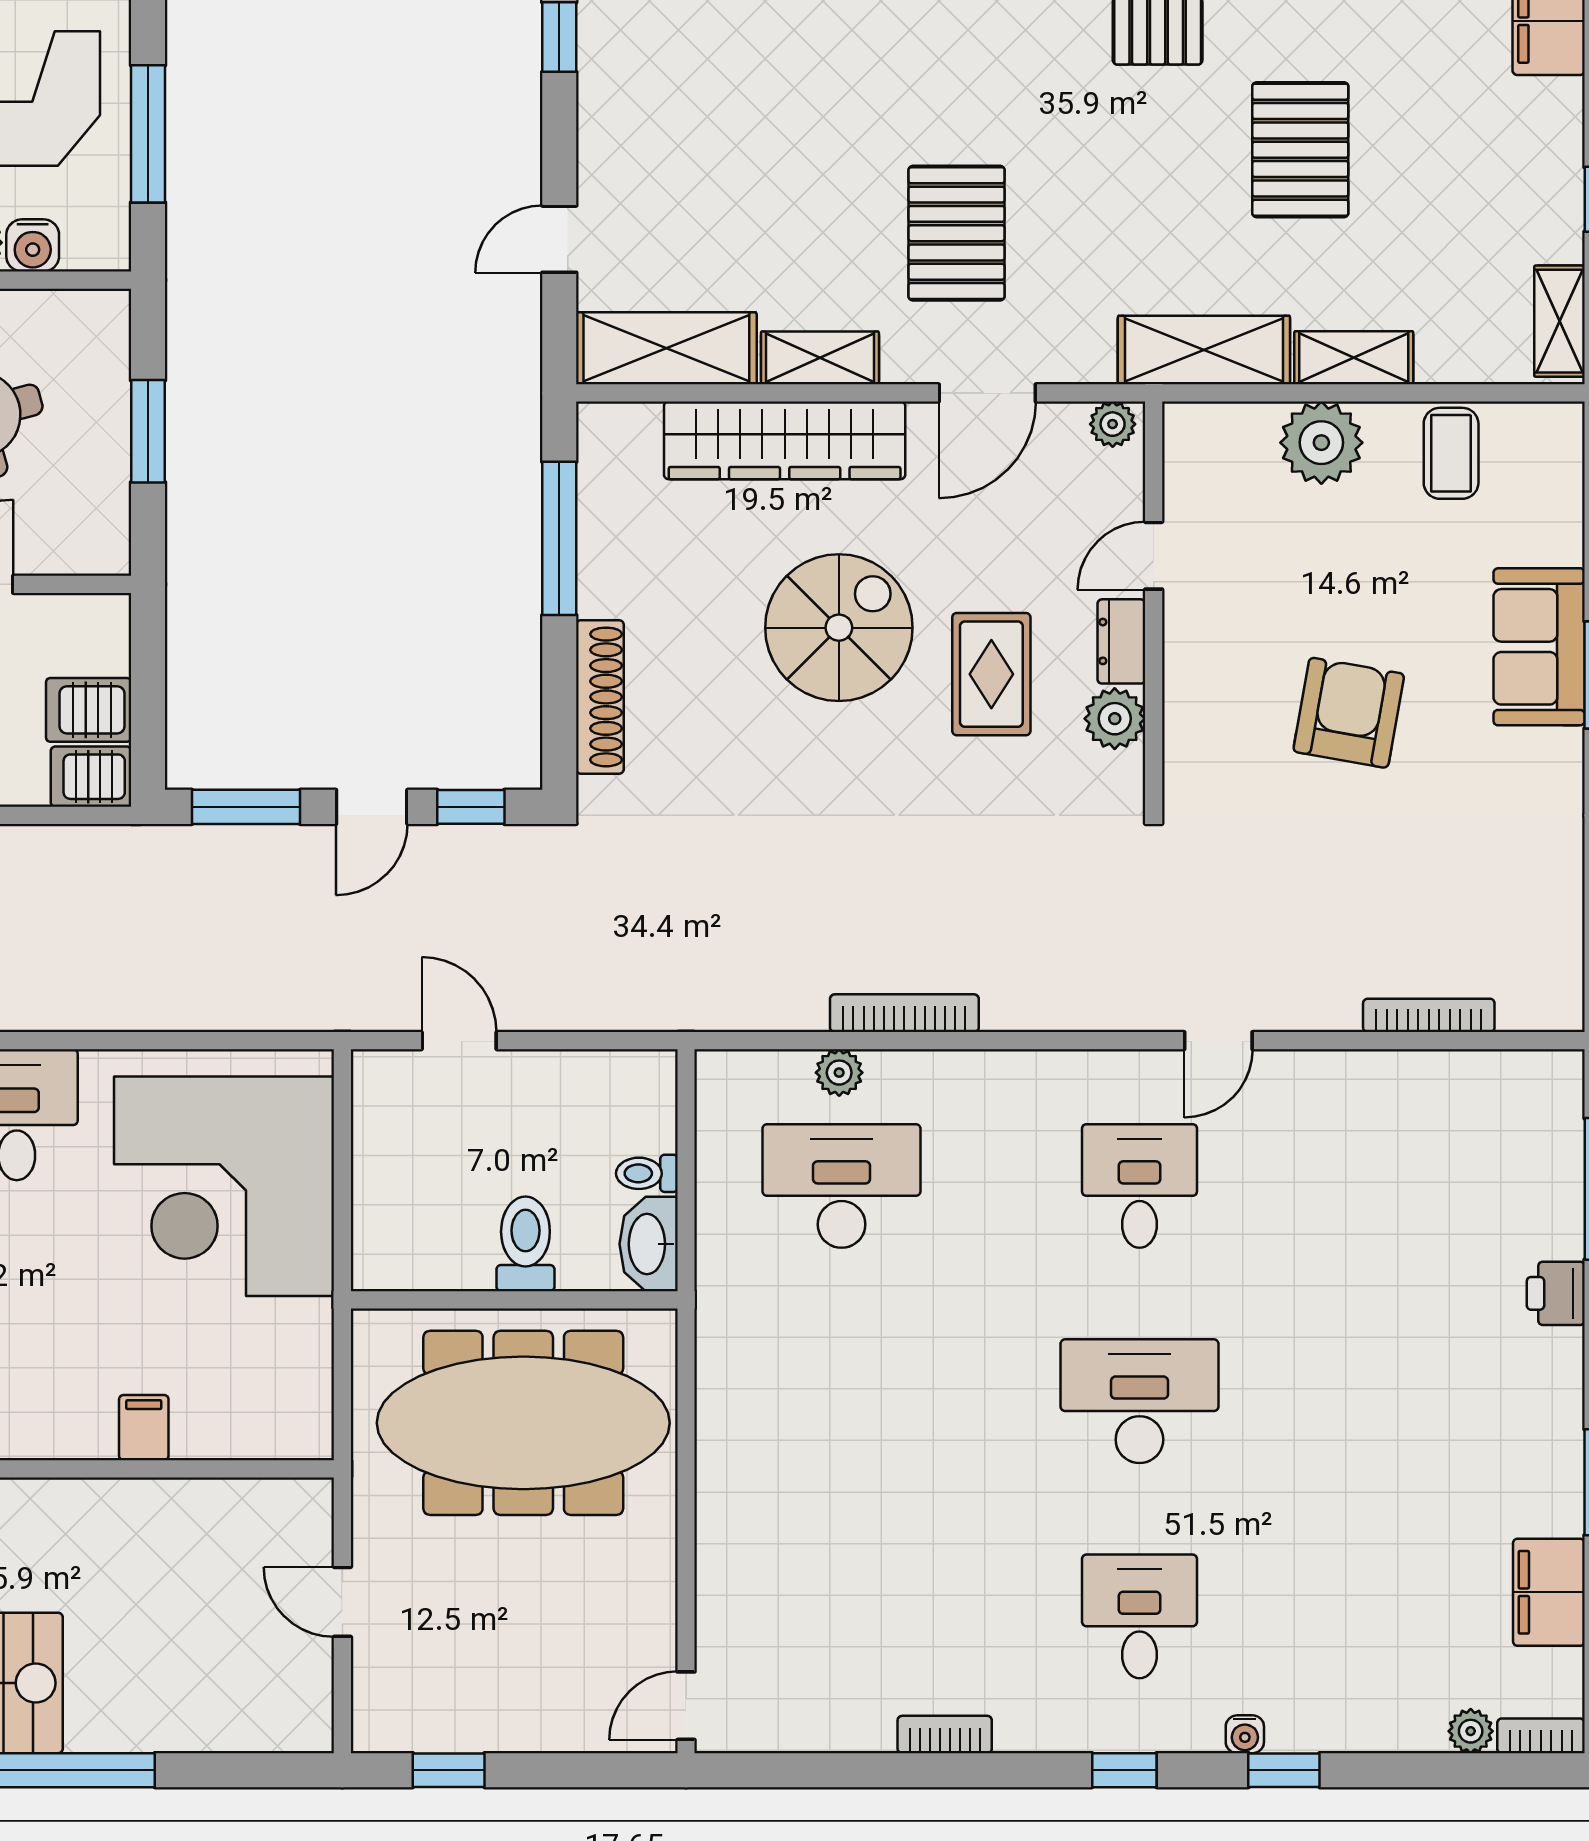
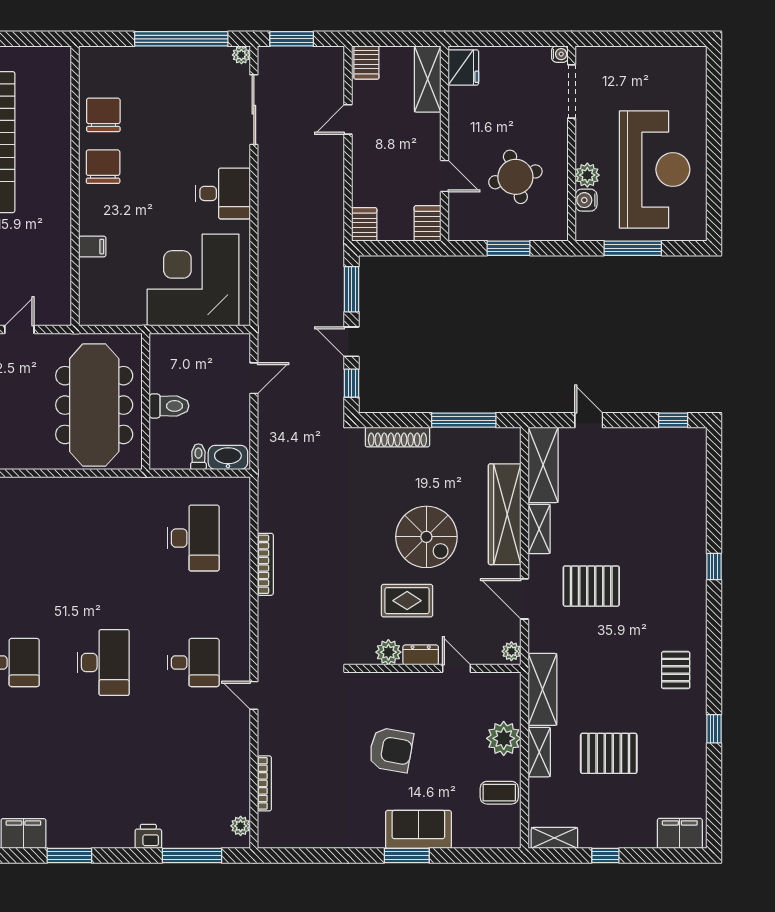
pallet: (1300, 150) -> (609, 753), moved
server rack: (89, 710) -> (428, 223), moved
plant: (839, 1073) -> (241, 826), moved
washbasin: (649, 1244) -> (228, 457), moved

